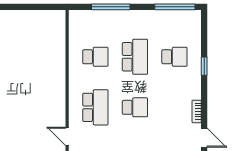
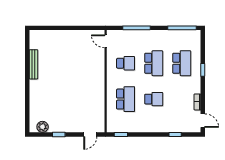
school desk: (174, 57) -> (182, 63), width x1.85
door: (67, 136) -> (106, 41), moved

